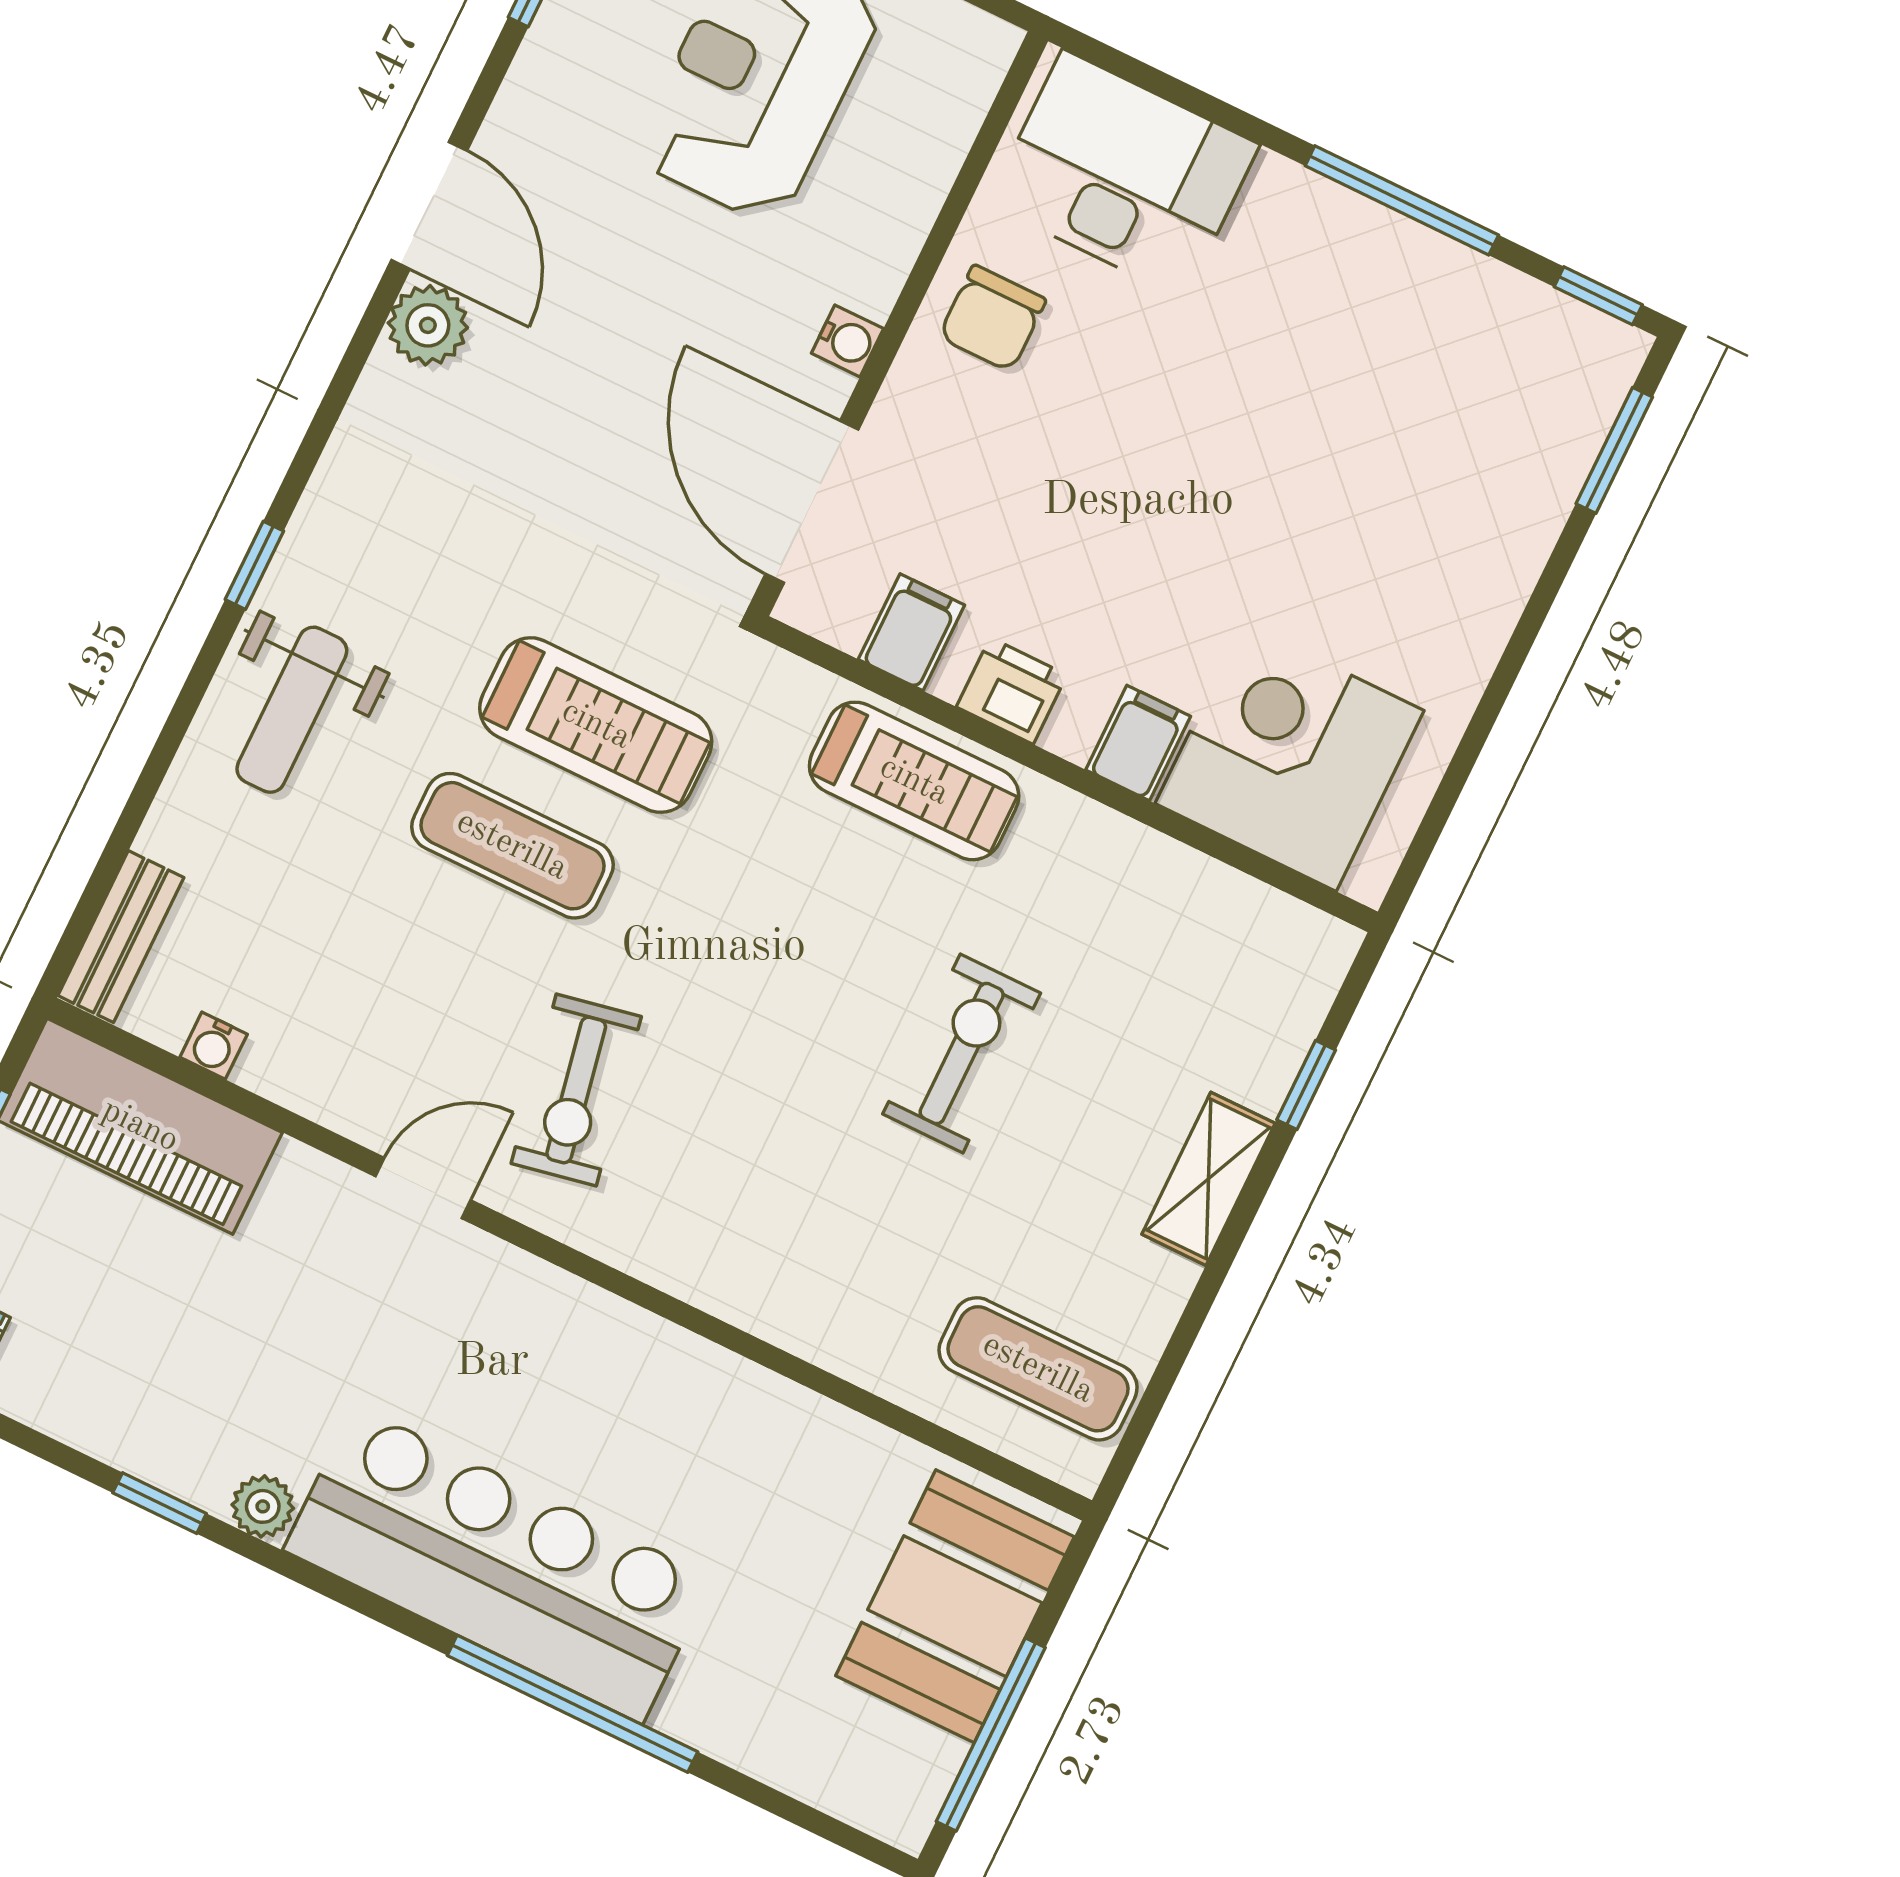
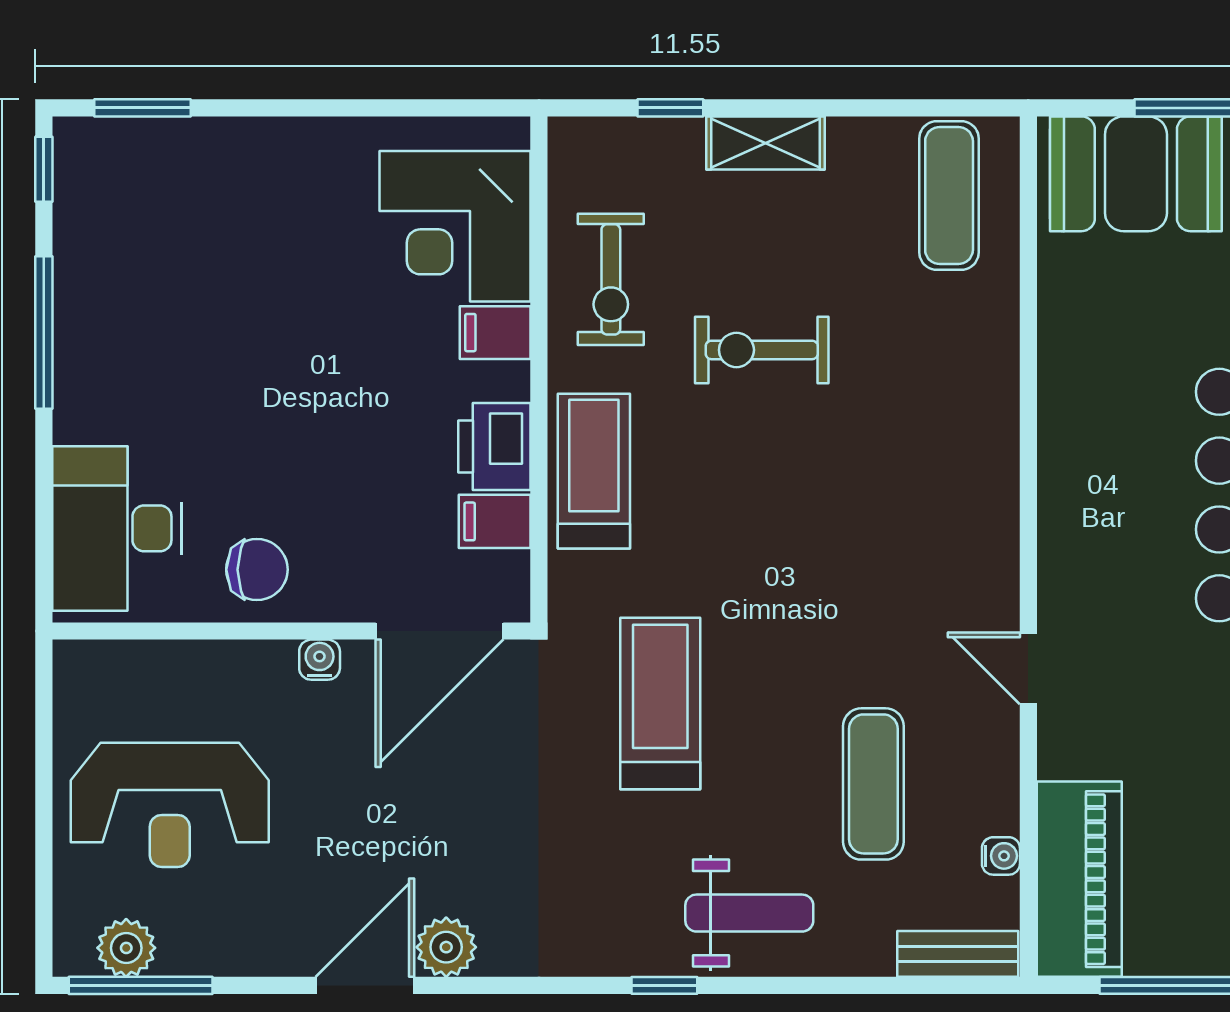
printer: (1012, 691) -> (494, 446), width x1.36, depth x1.24
exercise mat: (512, 846) -> (873, 784), moved
exercise bike: (576, 1090) -> (611, 279), moved, turned 101

